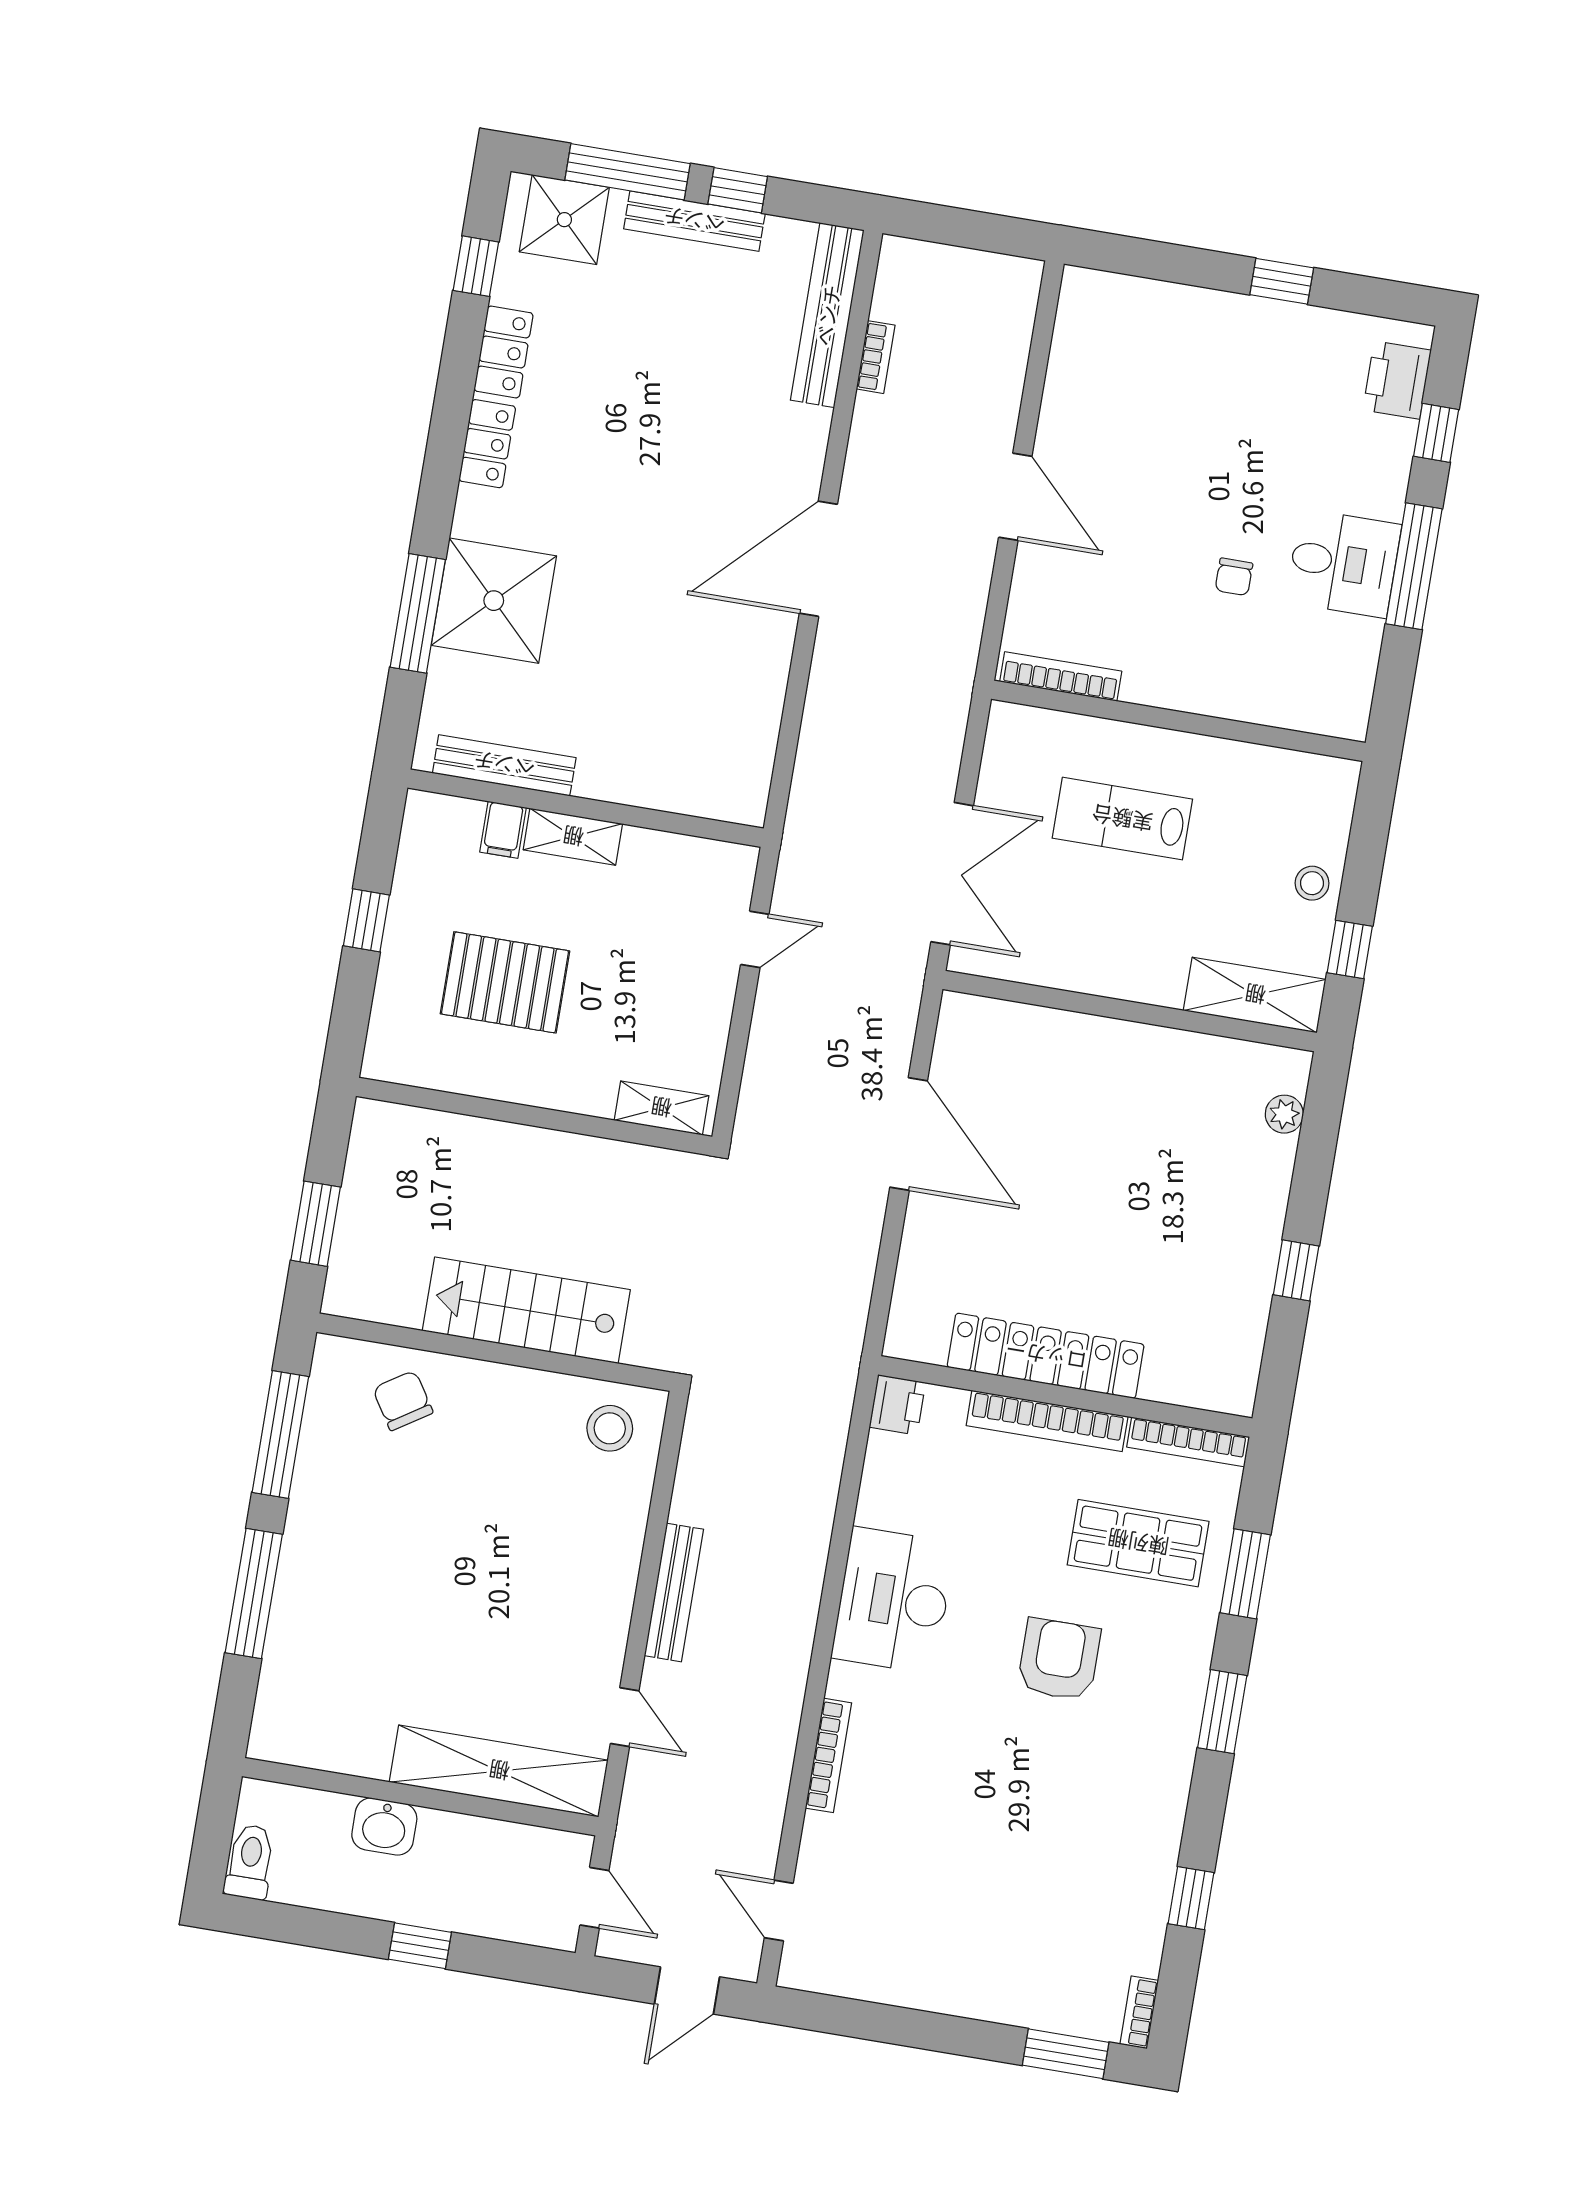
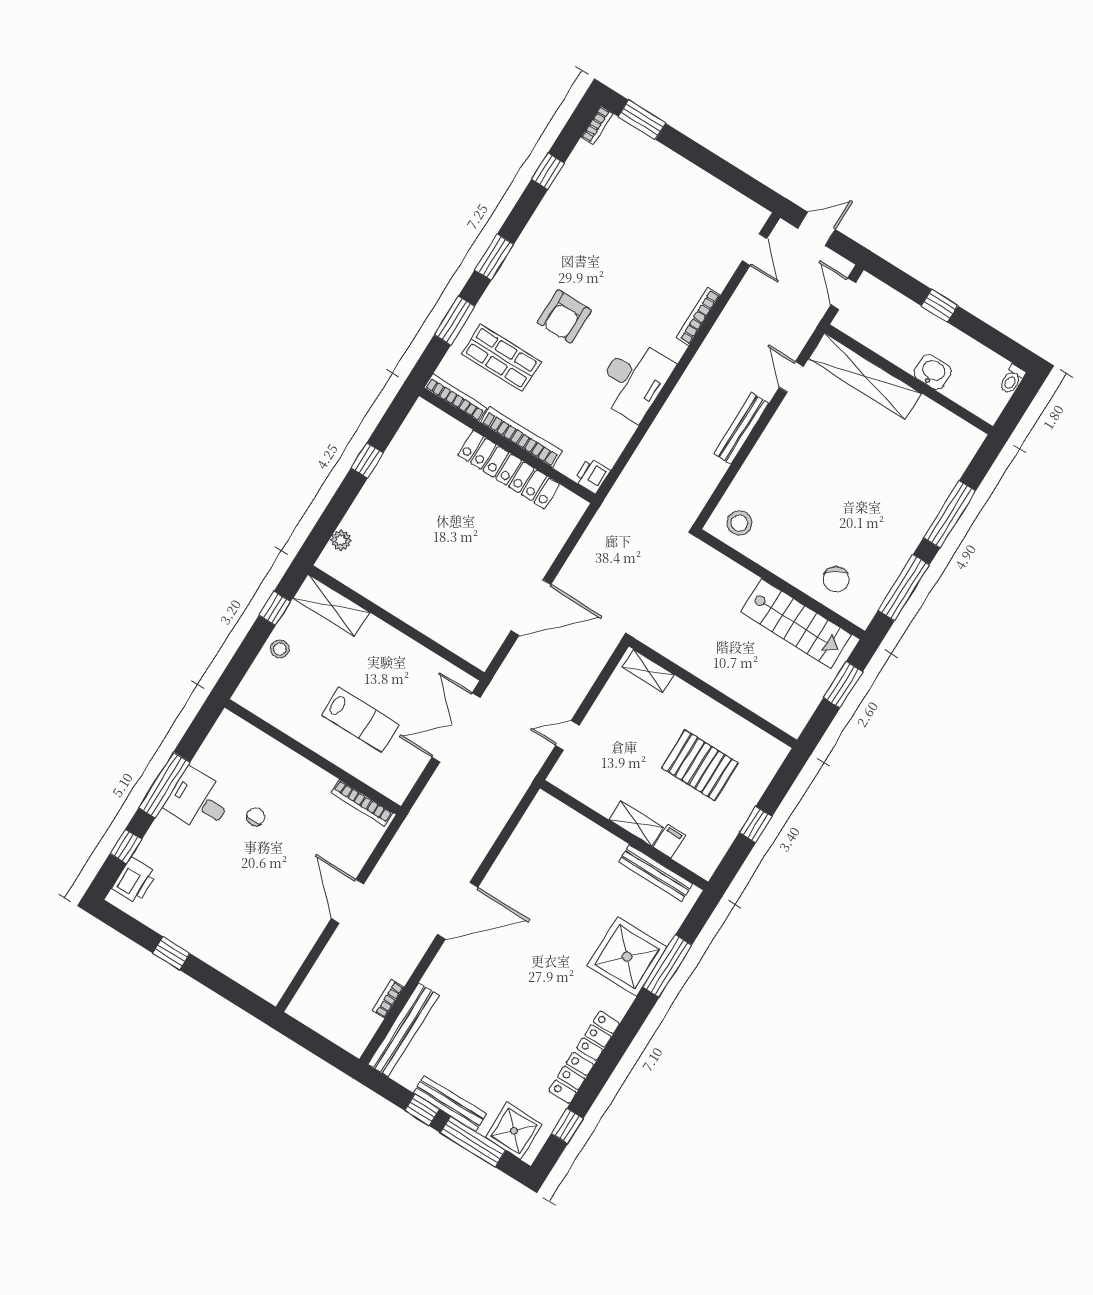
door: (909, 1134) -> (531, 607), swing flipped
stairs: (526, 1310) -> (796, 623), moved
toilet: (250, 1862) -> (1012, 379), width x0.73, depth x0.72

